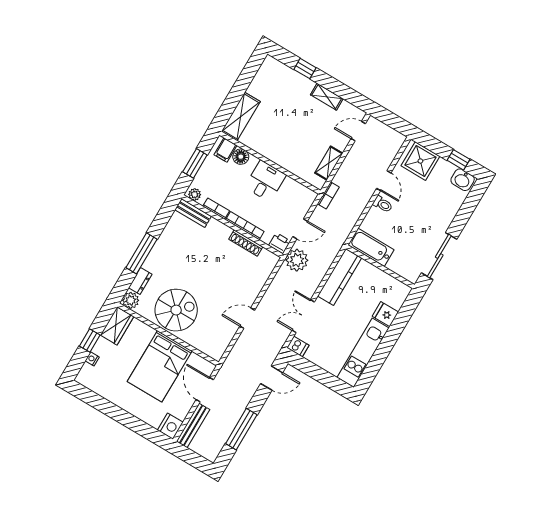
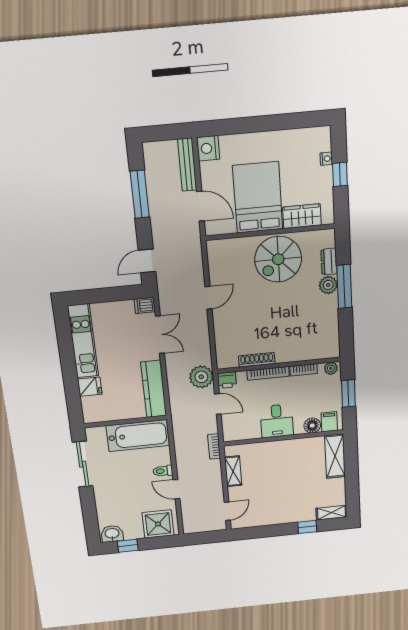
shelving: (327, 97) -> (331, 513), moved
bench: (193, 213) -> (321, 352), removed
door: (300, 229) -> (218, 404), swing flipped
bathtub: (371, 247) -> (138, 436), width x1.36, depth x1.36
plant: (131, 300) -> (328, 285), moved
wardrobe: (117, 326) -> (302, 216), moved, turned 90

